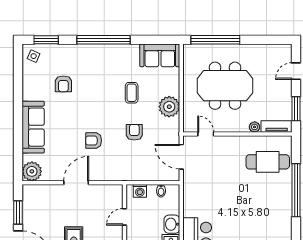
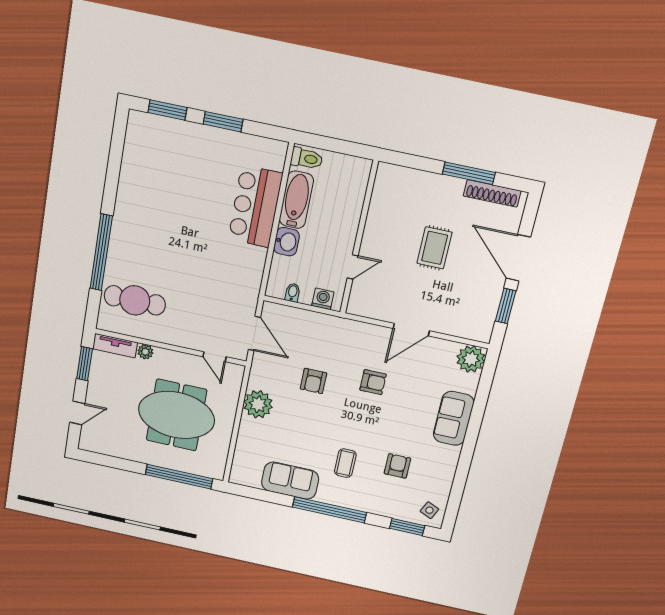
sofa: (160, 55) -> (290, 481), moved
coffee table: (132, 93) -> (345, 463), moved
sofa: (33, 127) -> (454, 418), width x0.73

